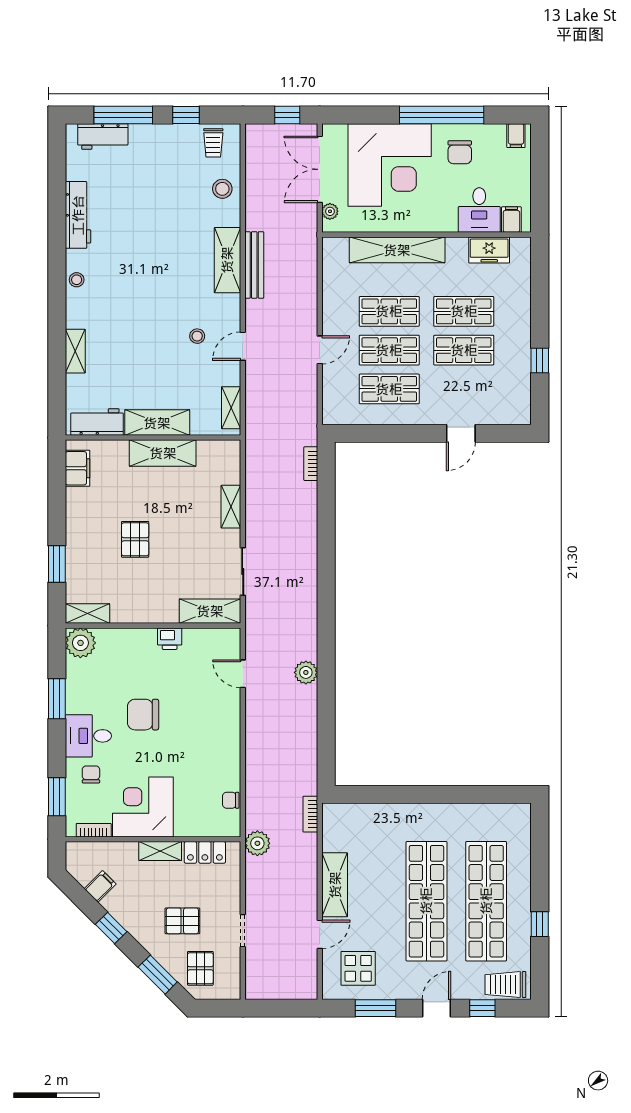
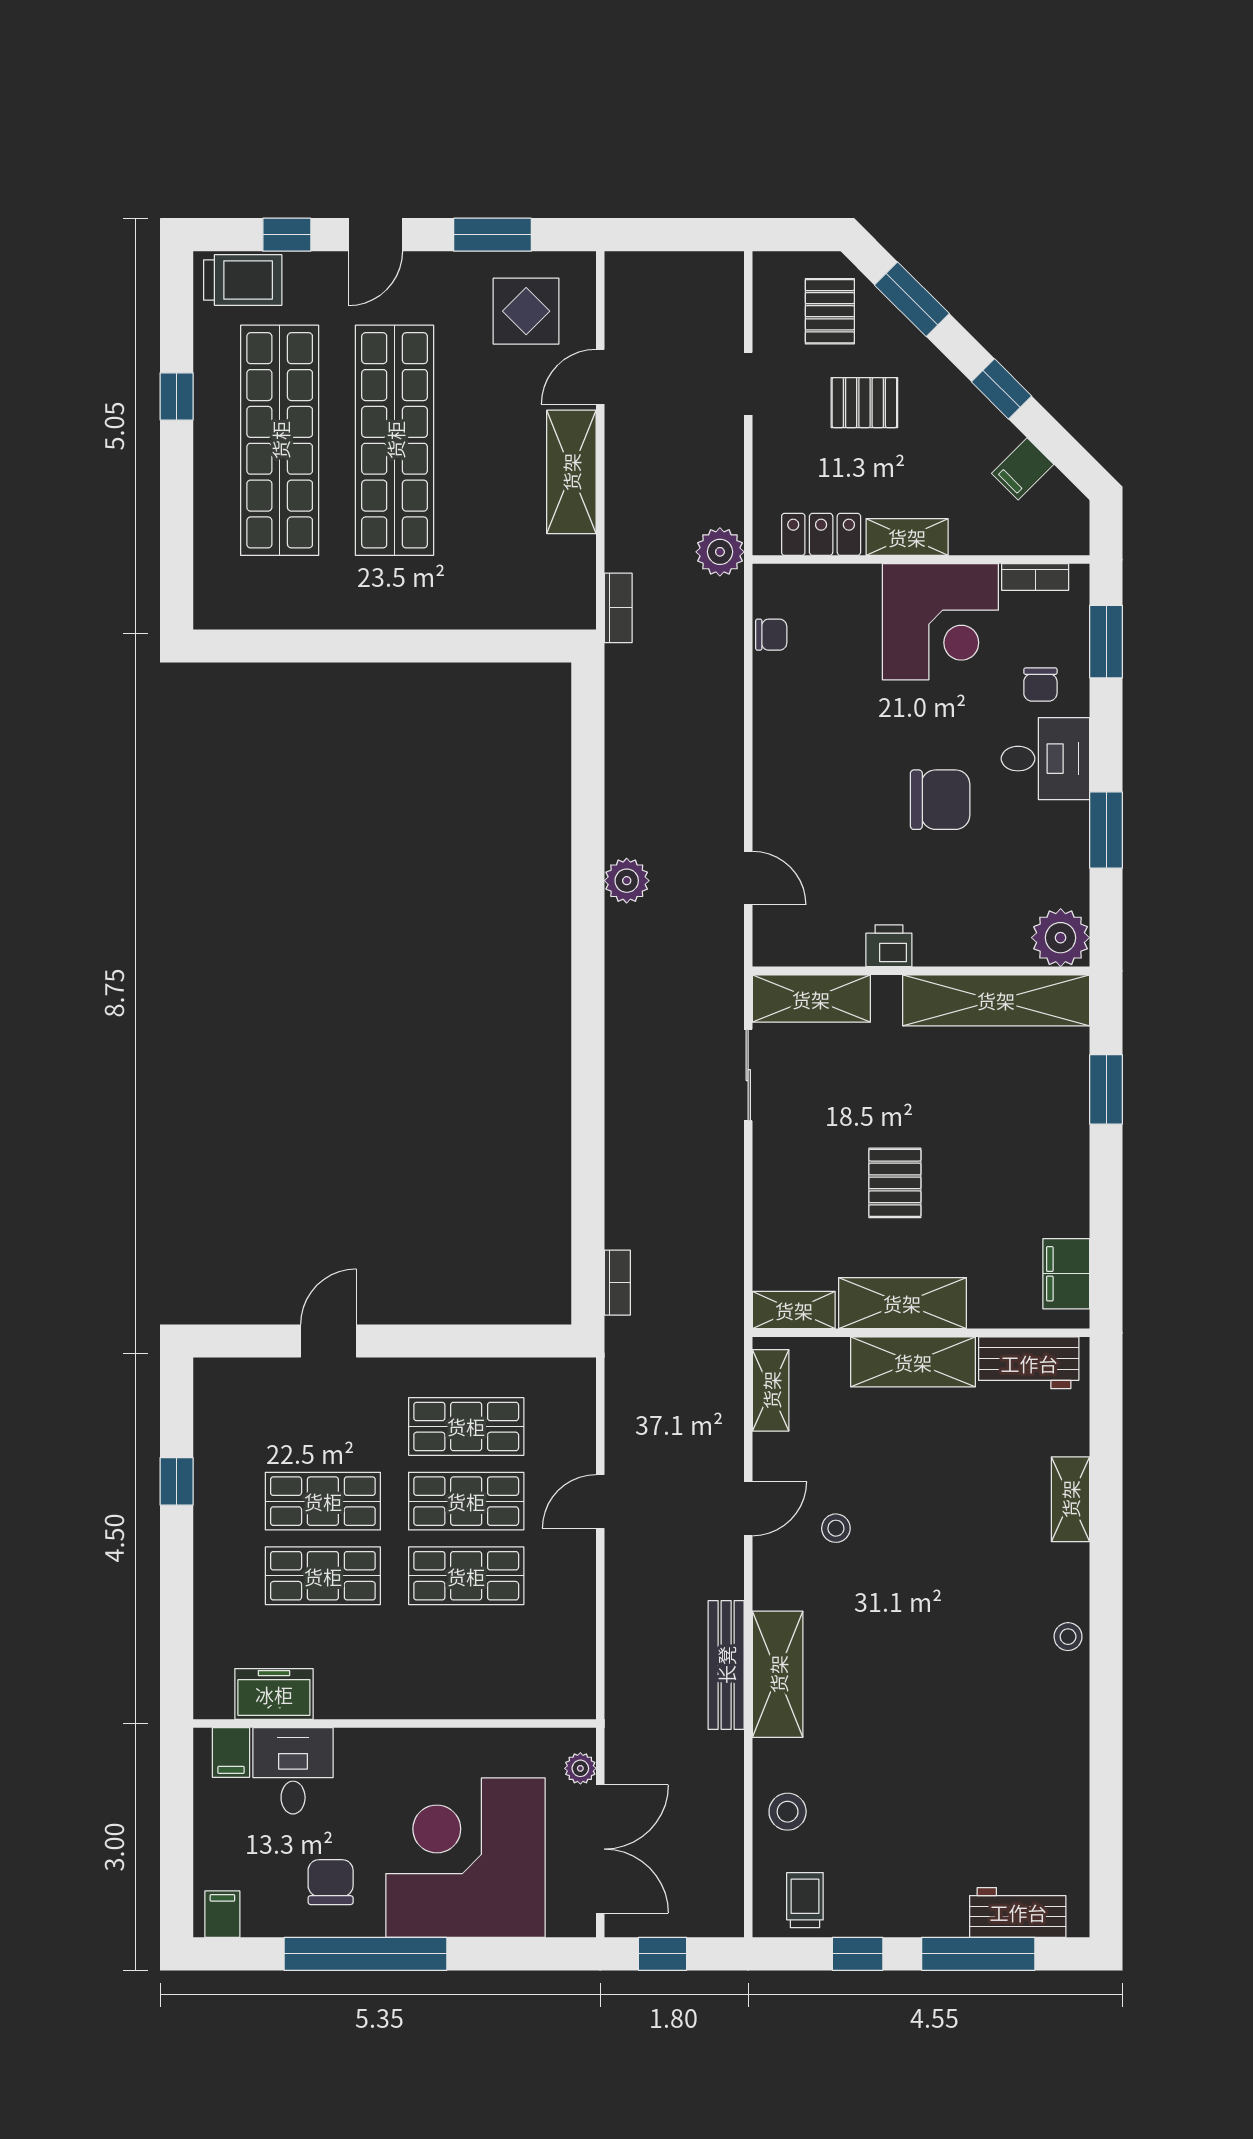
workbench: (78, 215) -> (1065, 1761), removed
shelving: (397, 250) -> (451, 1694), removed
shelving: (231, 507) -> (794, 1310), moved, turned 90
pallet: (135, 539) -> (895, 1183), moved
shelving: (87, 614) -> (996, 1000), width x2.20, depth x1.33

